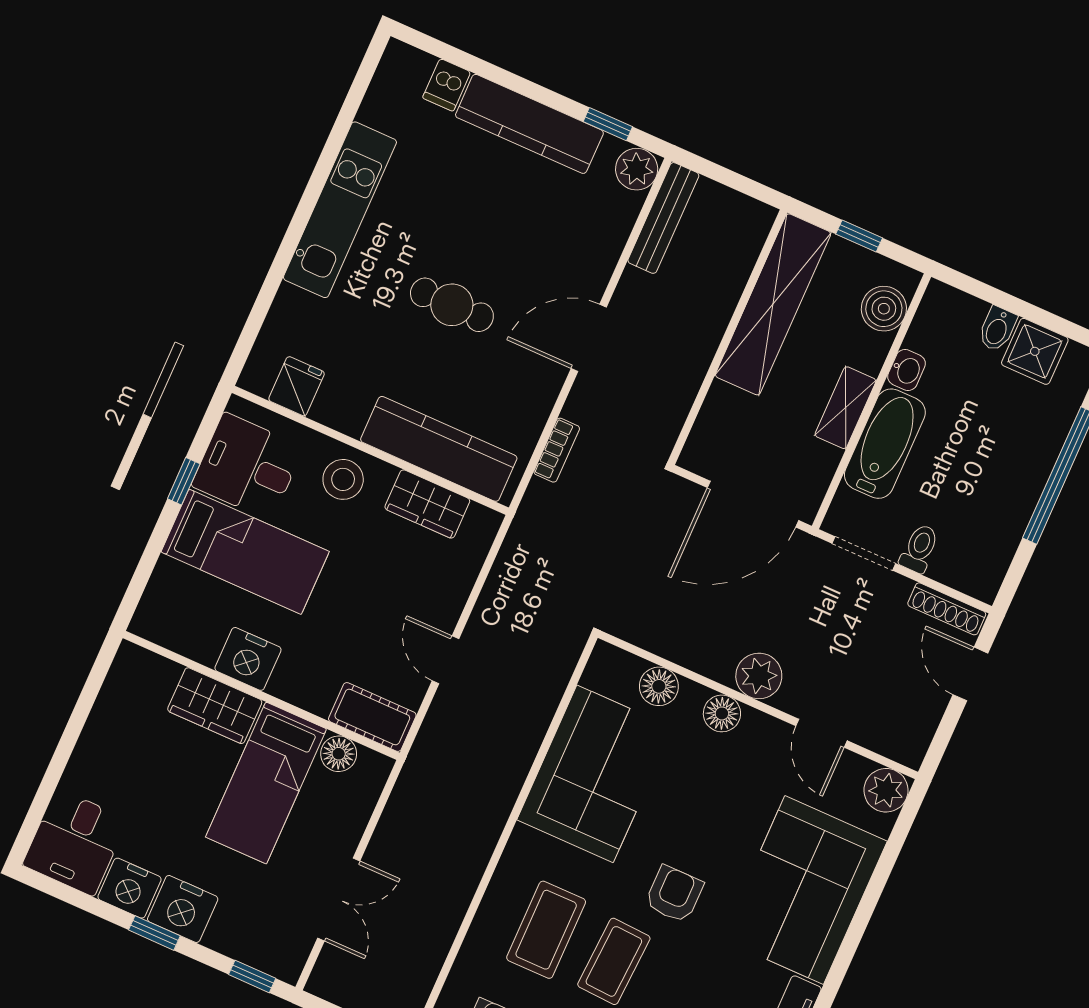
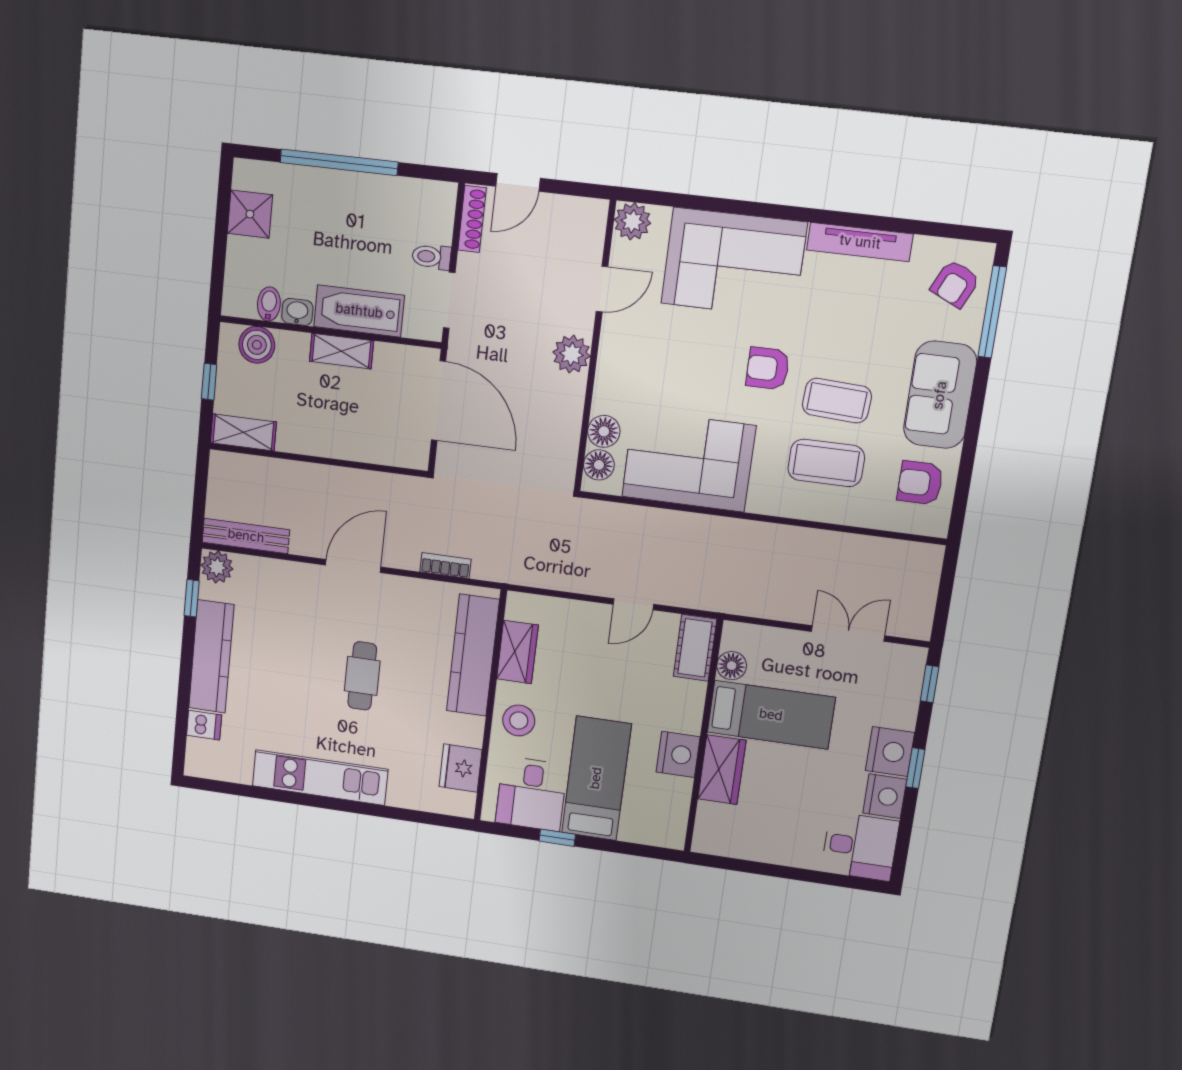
shelving: (773, 304) -> (243, 432), width x0.45, depth x0.75
bidet: (997, 329) -> (269, 304), moved, turned -90
door: (589, 338) -> (353, 566), swing flipped
fridge: (297, 386) -> (461, 768), width x1.38
floor lamp: (722, 713) -> (599, 465), moved

